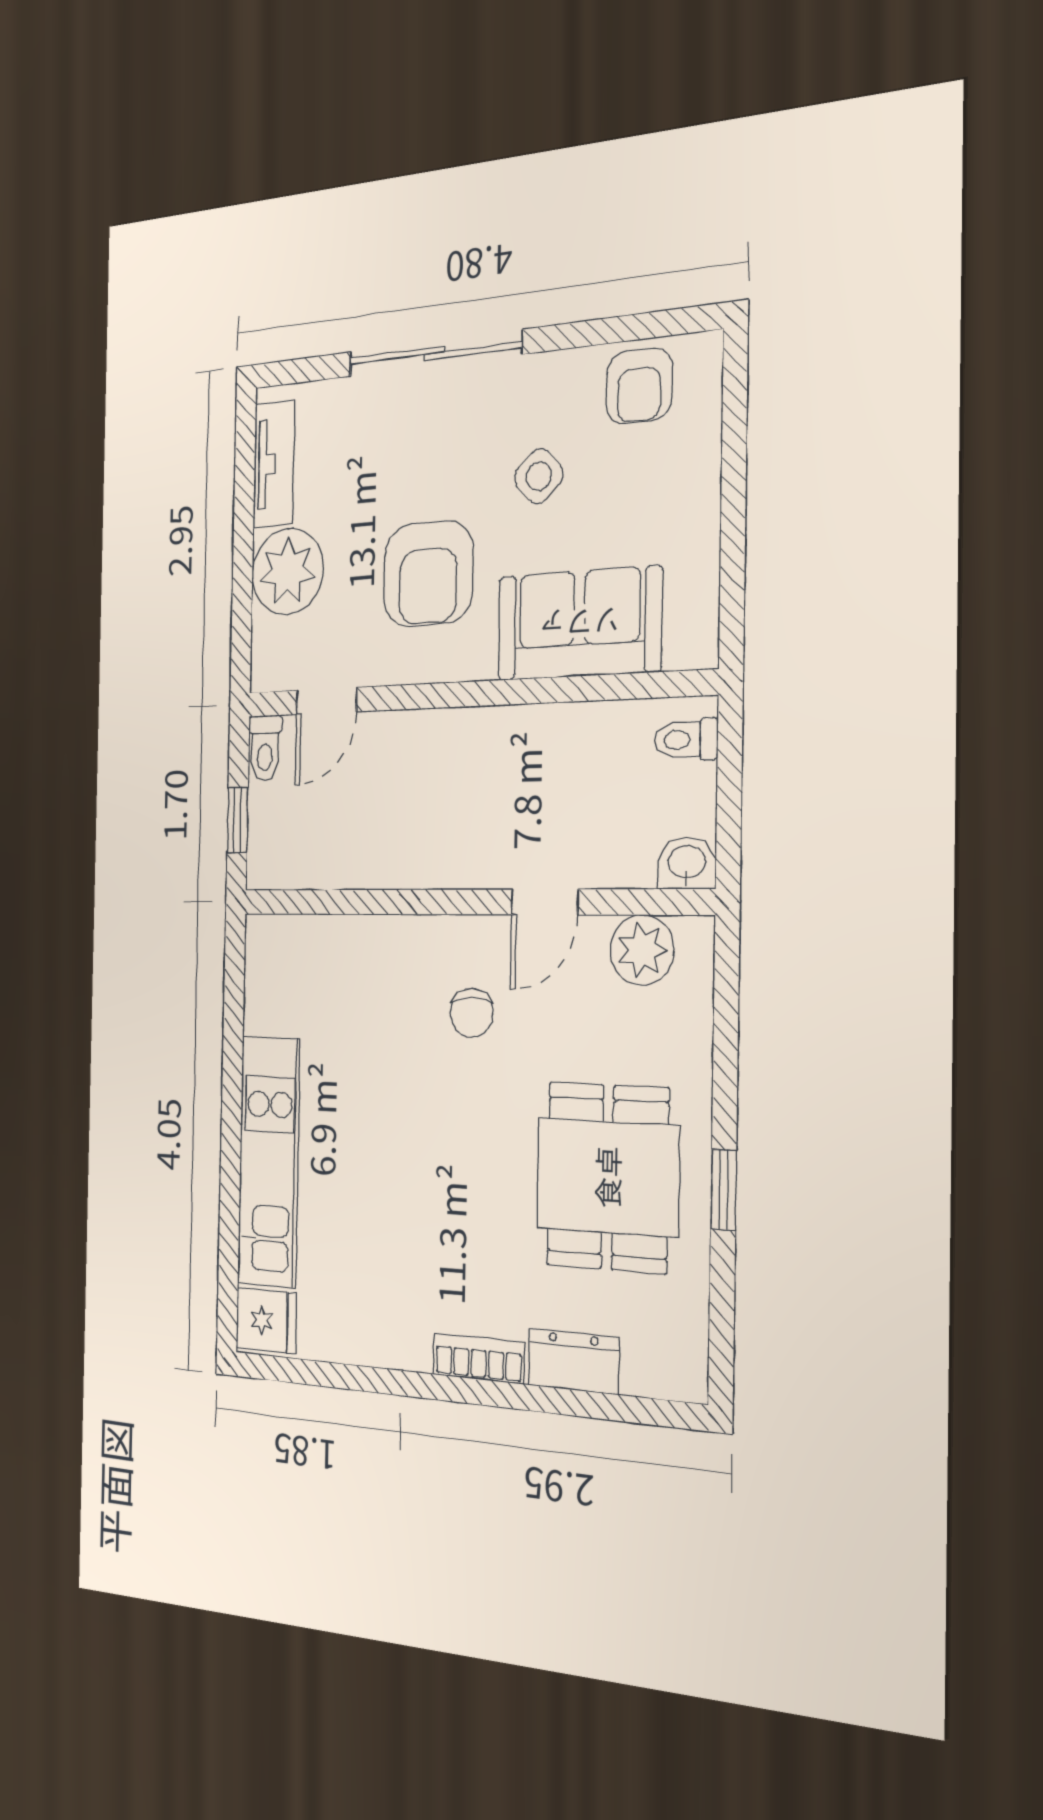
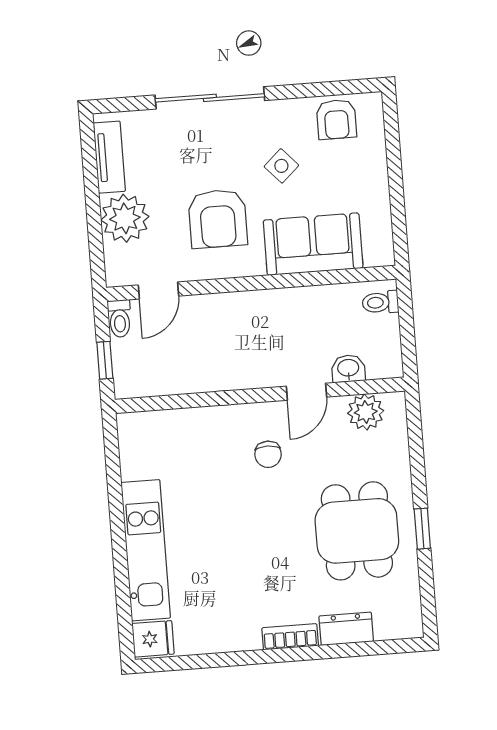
washbasin: (687, 863) -> (348, 369), moved

